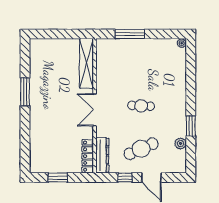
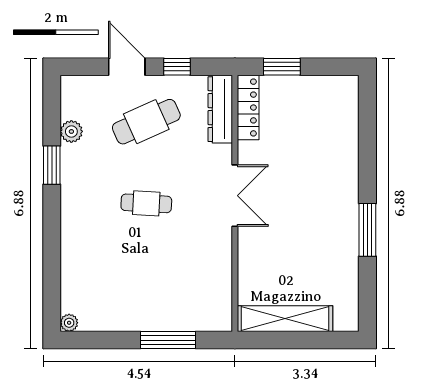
shelving: (86, 63) -> (285, 319), moved, turned 90
window: (58, 178) -> (282, 67), moved

